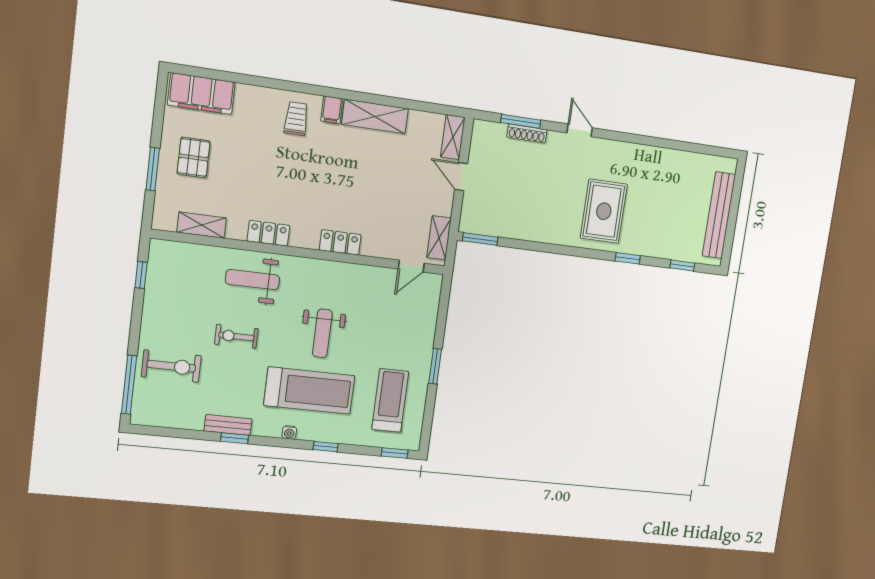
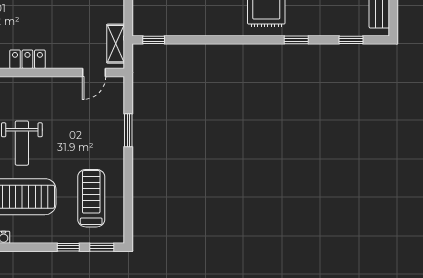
window: (480, 239) -> (154, 40), width x0.67
window: (435, 366) -> (128, 130), moved
window: (326, 447) -> (68, 247), moved

